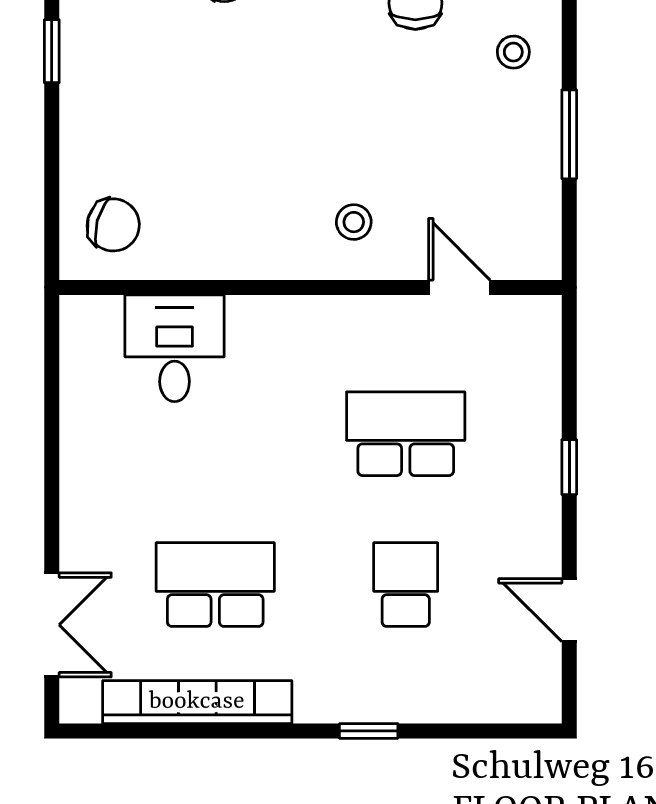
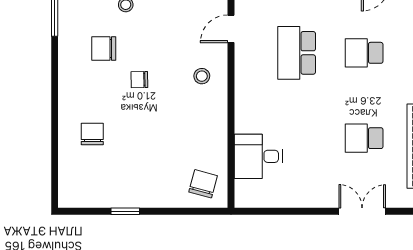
chair: (346, 83) -> (139, 80), added
school desk: (215, 585) -> (364, 138), width x0.54
double door: (52, 625) -> (362, 211), moved

